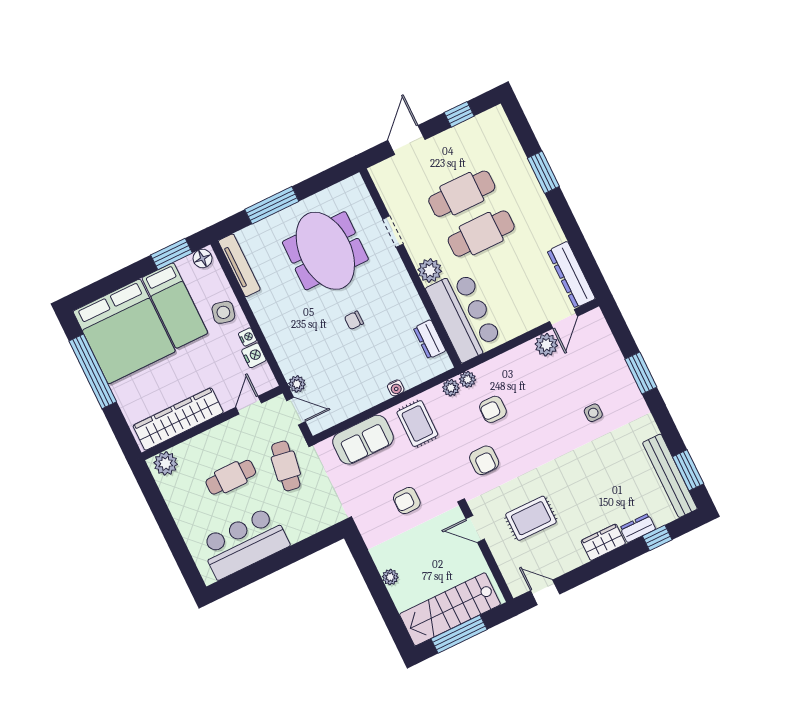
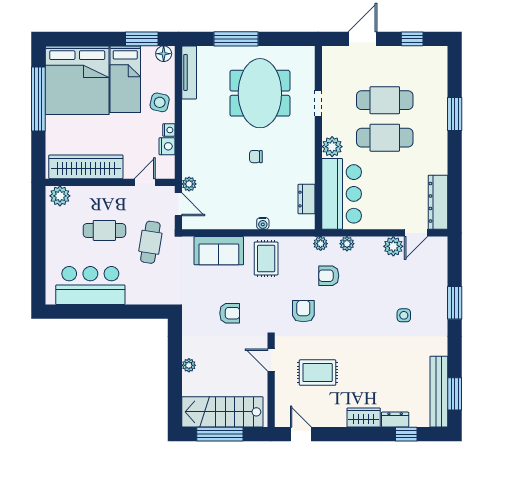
plant: (451, 388) -> (347, 244), moved
armchair: (484, 460) -> (303, 311), turned 180
armchair: (407, 501) -> (230, 313), turned 180

